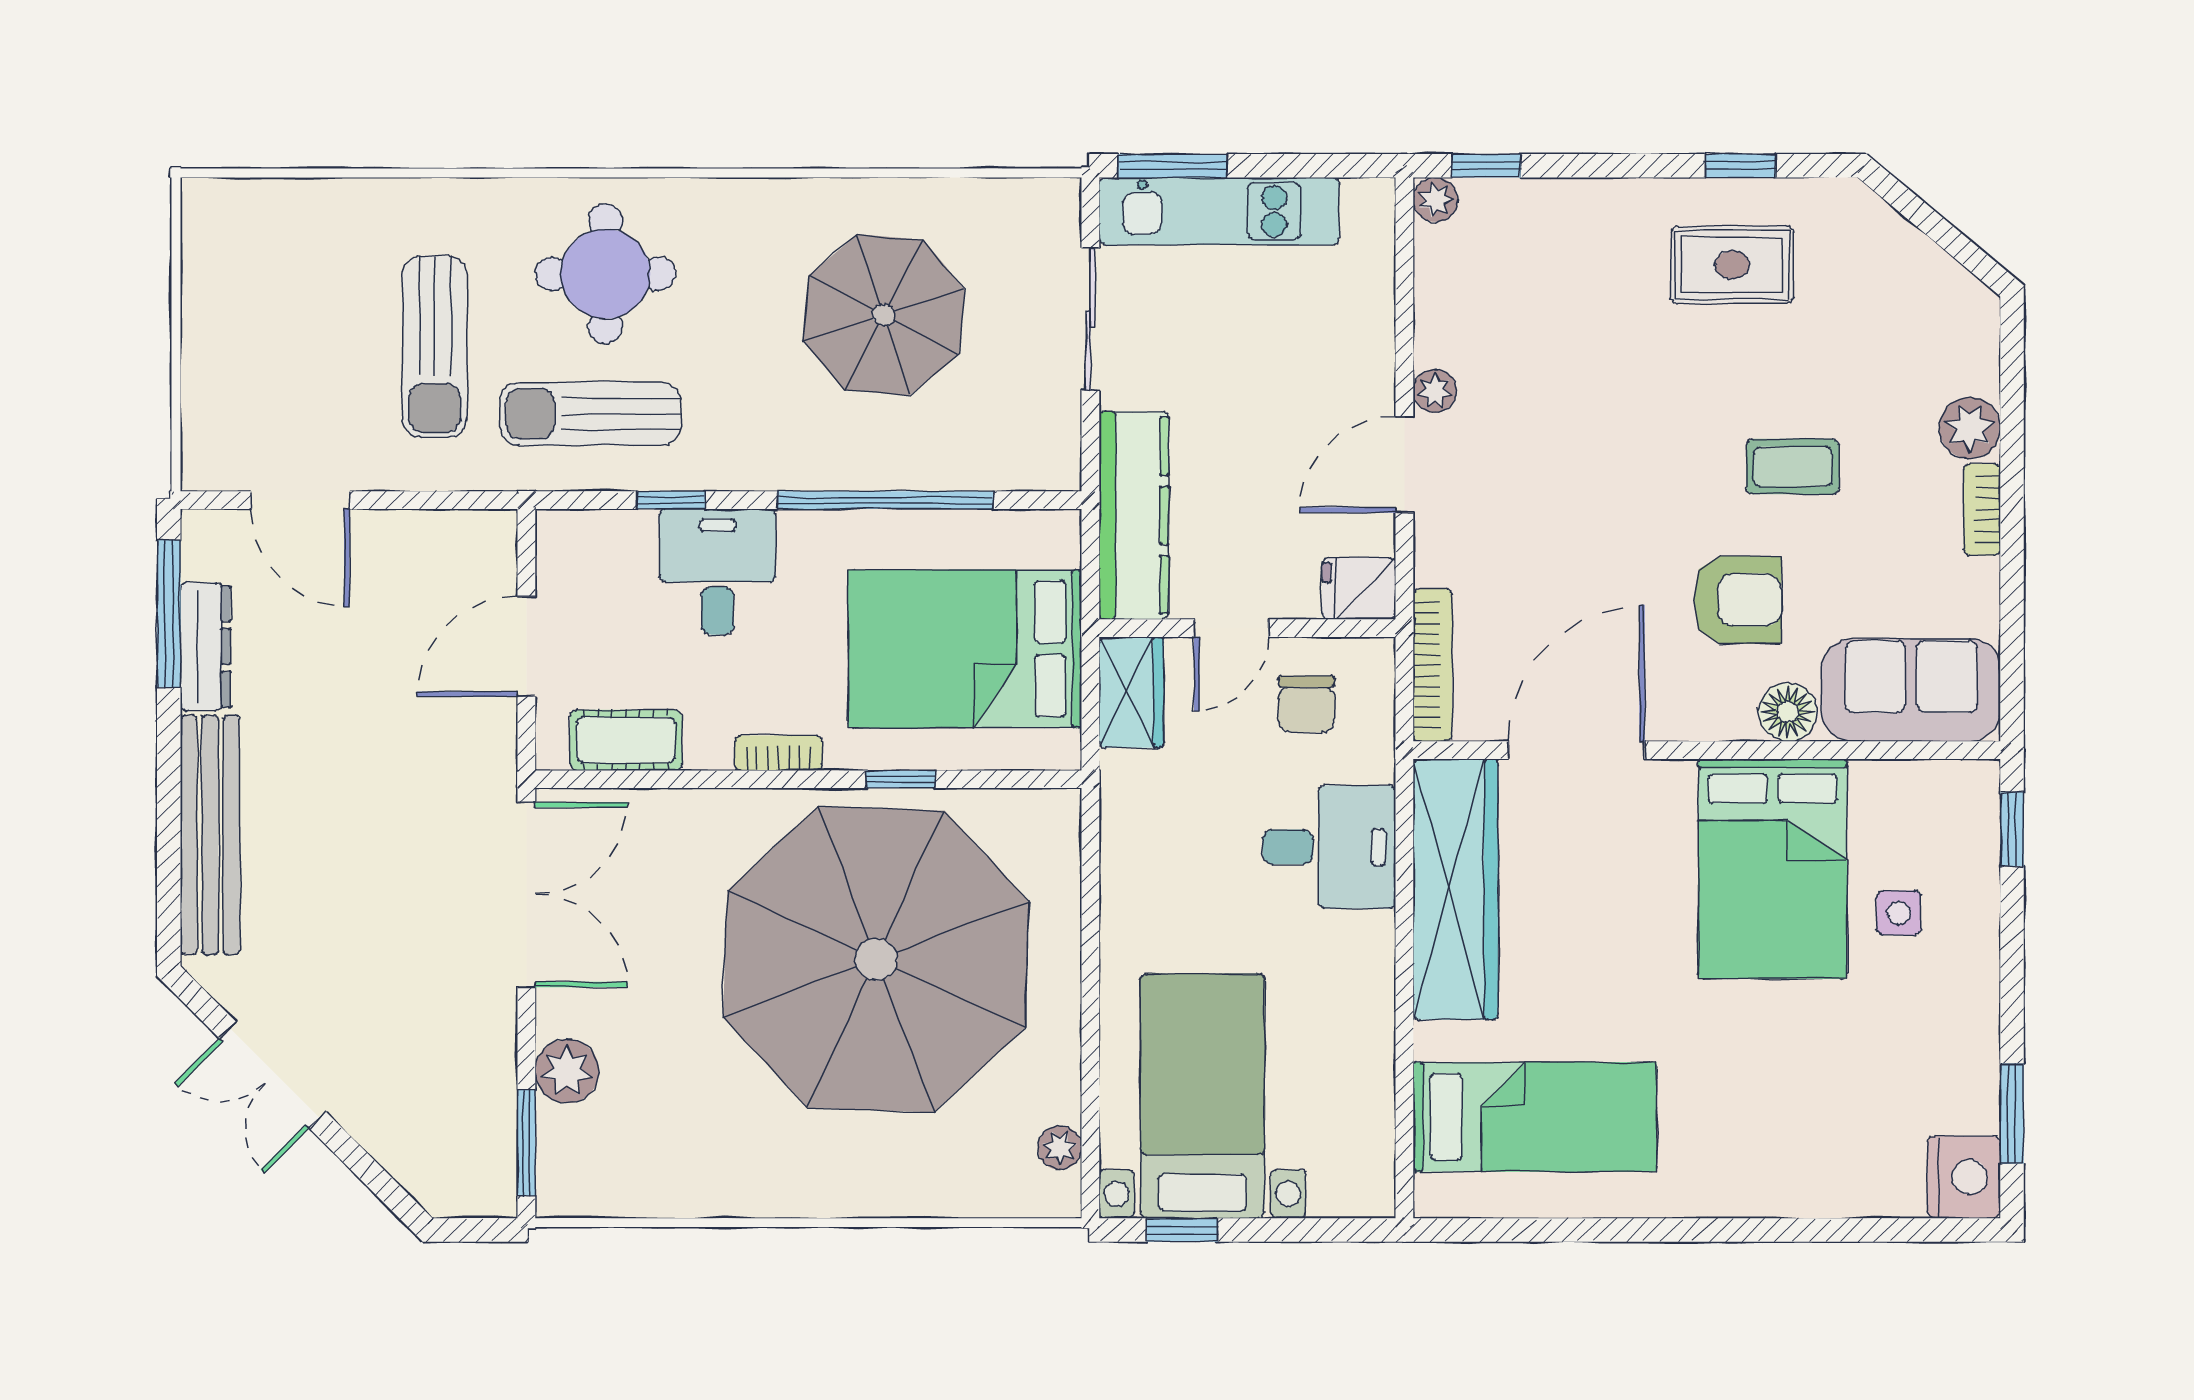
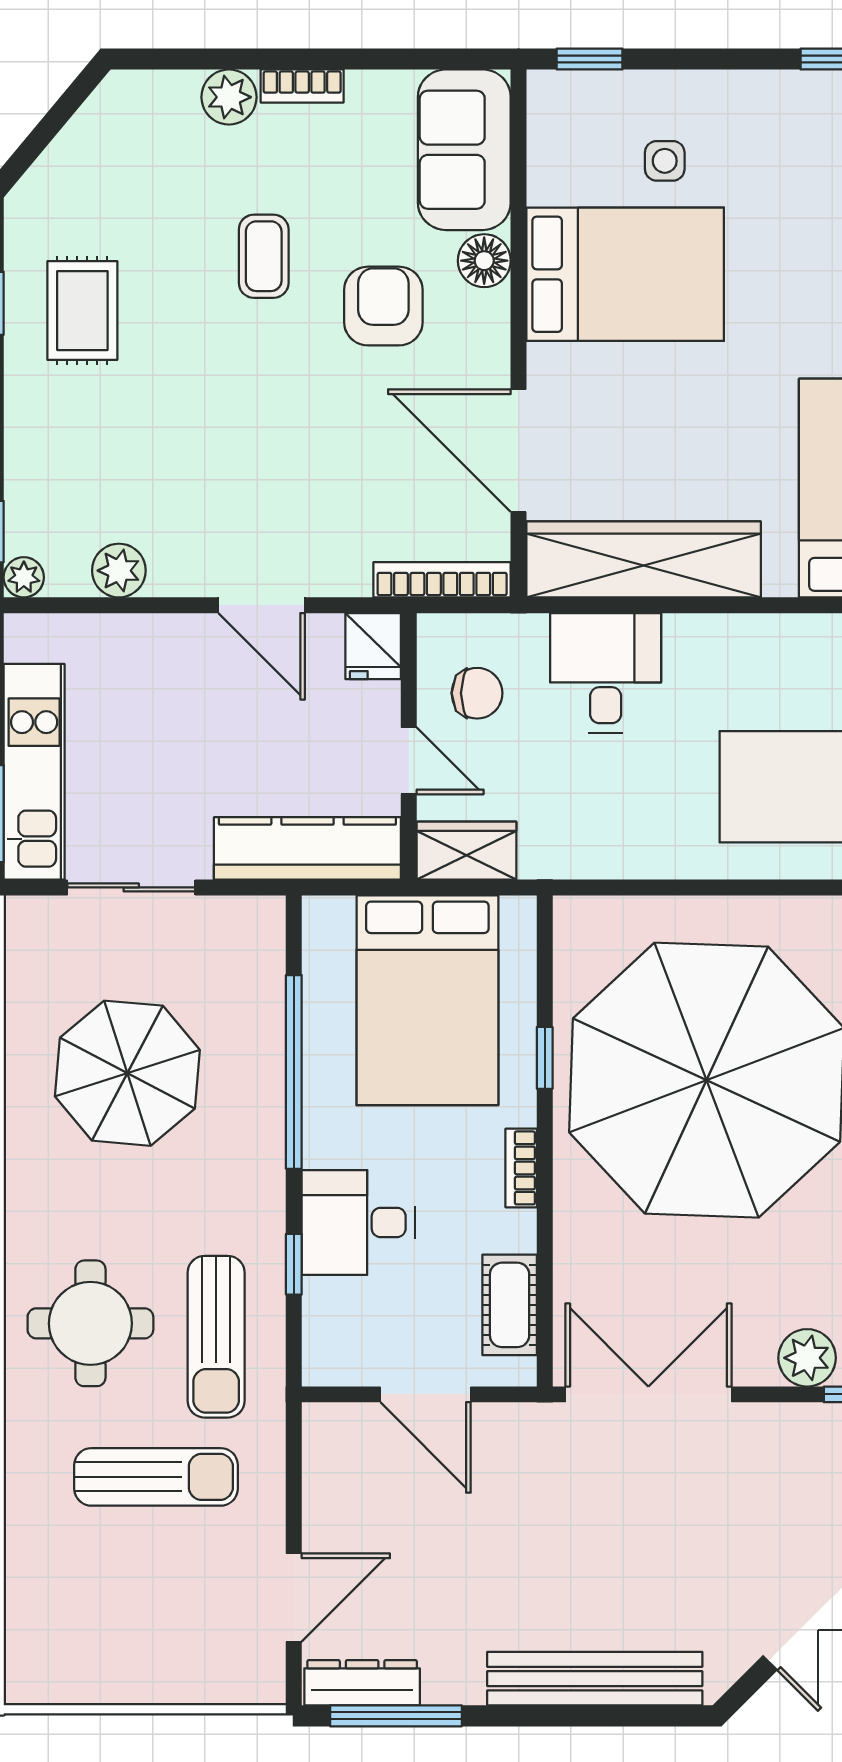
plant: (1435, 391) -> (119, 571), moved, width x1.38, depth x1.38
dresser: (205, 646) -> (362, 1683), moved

